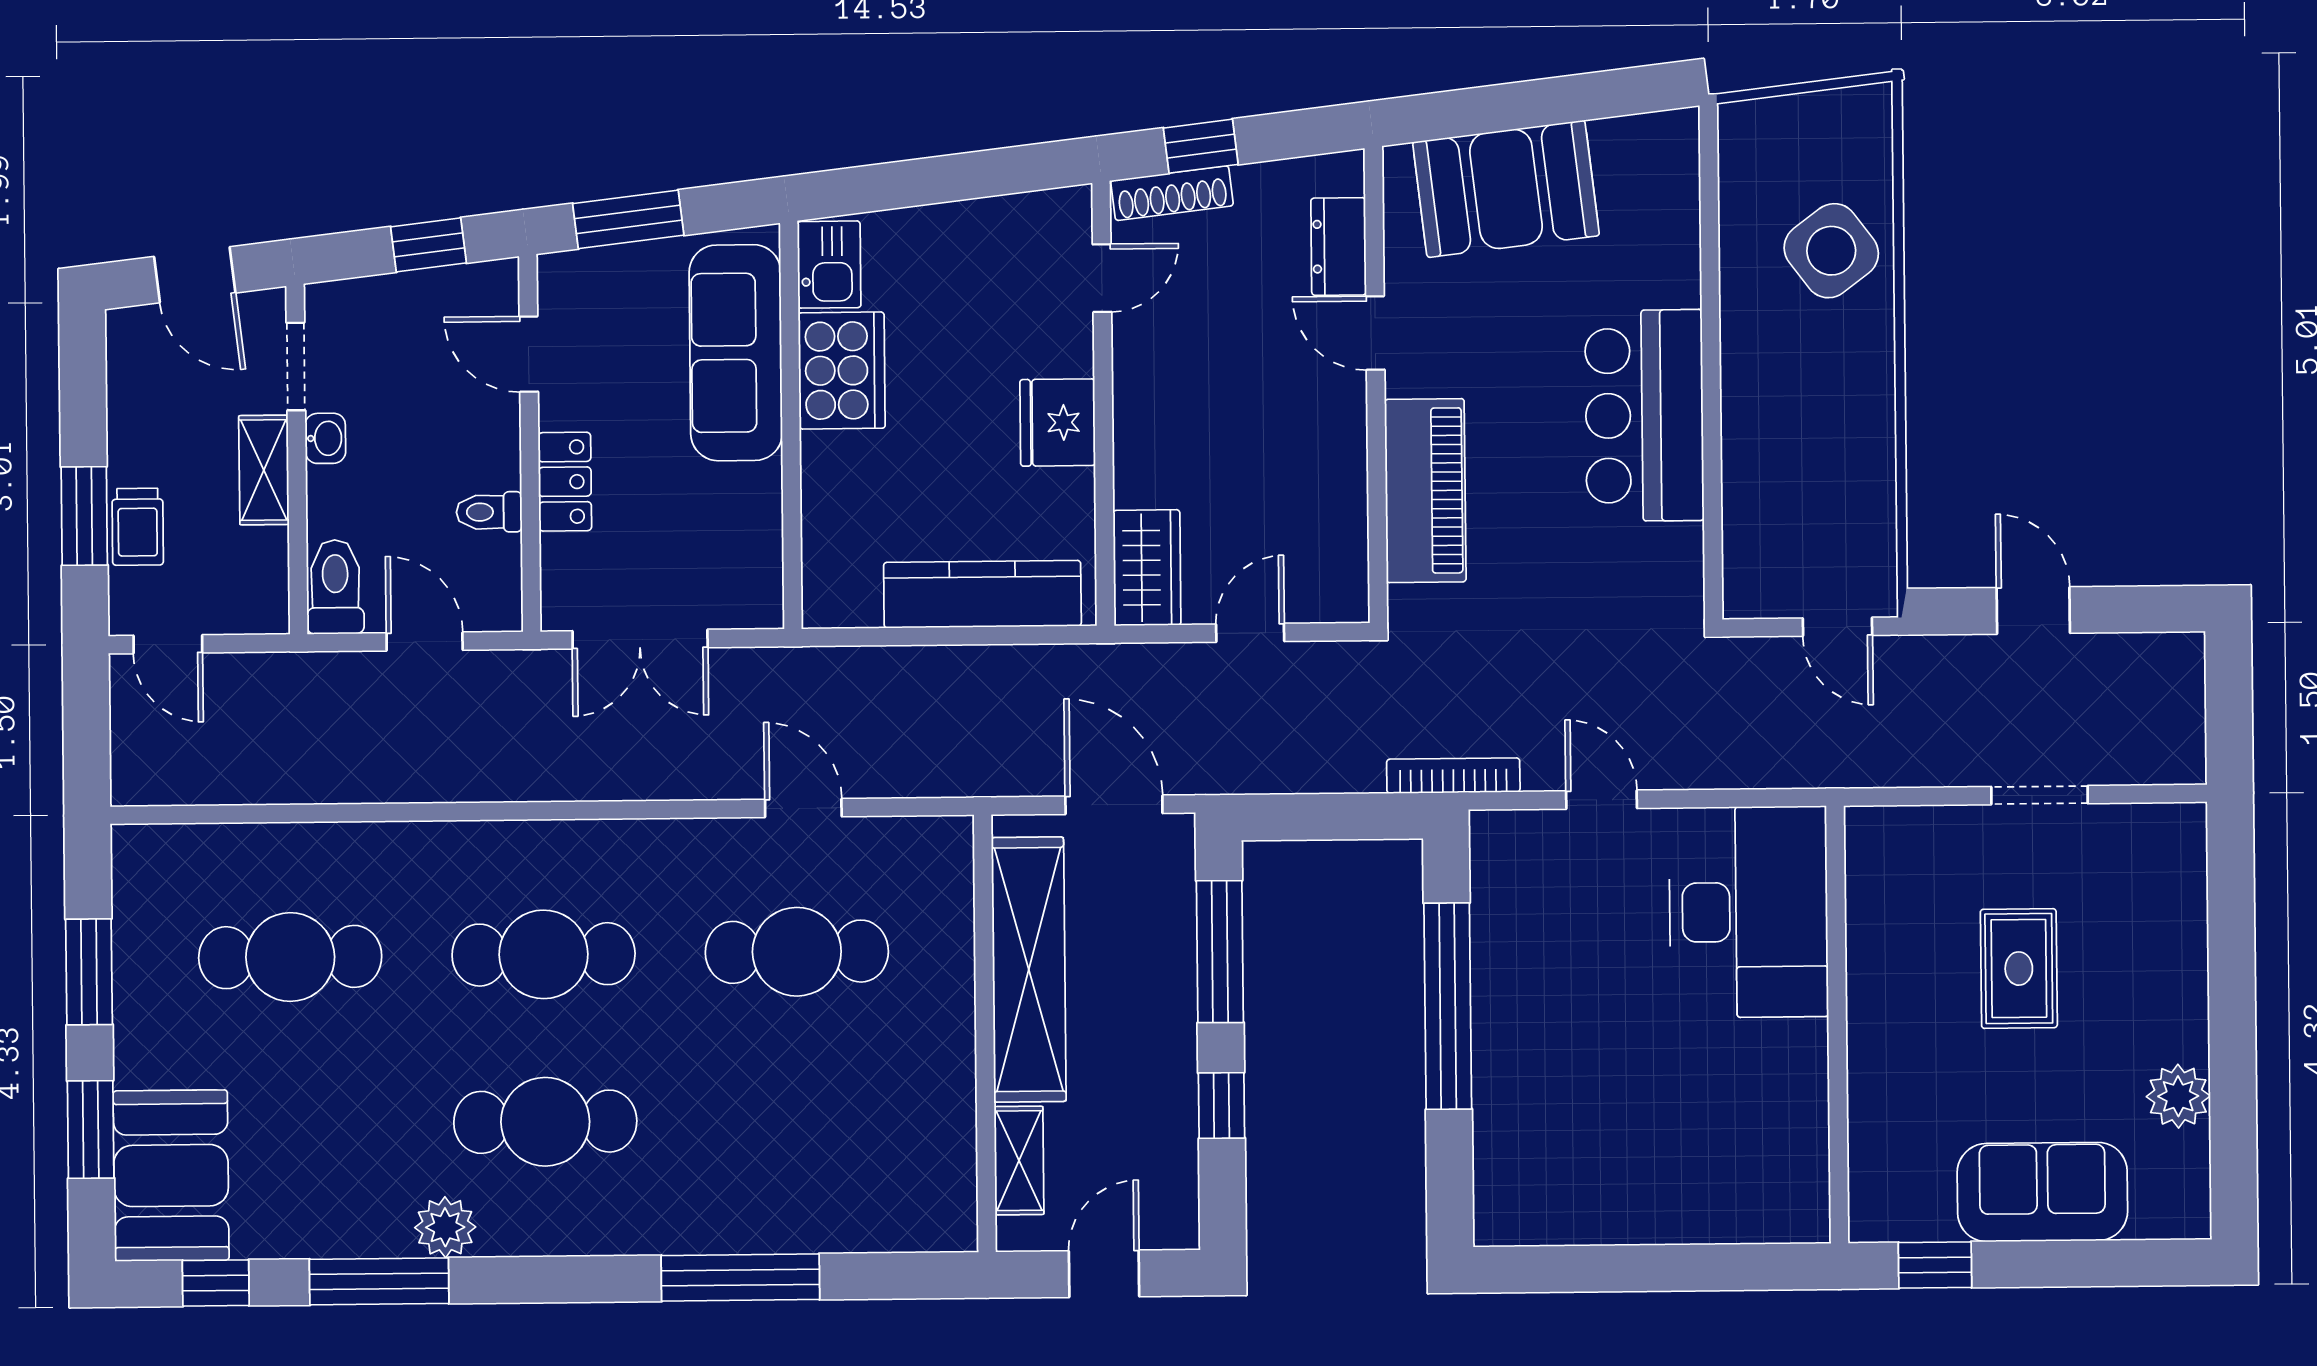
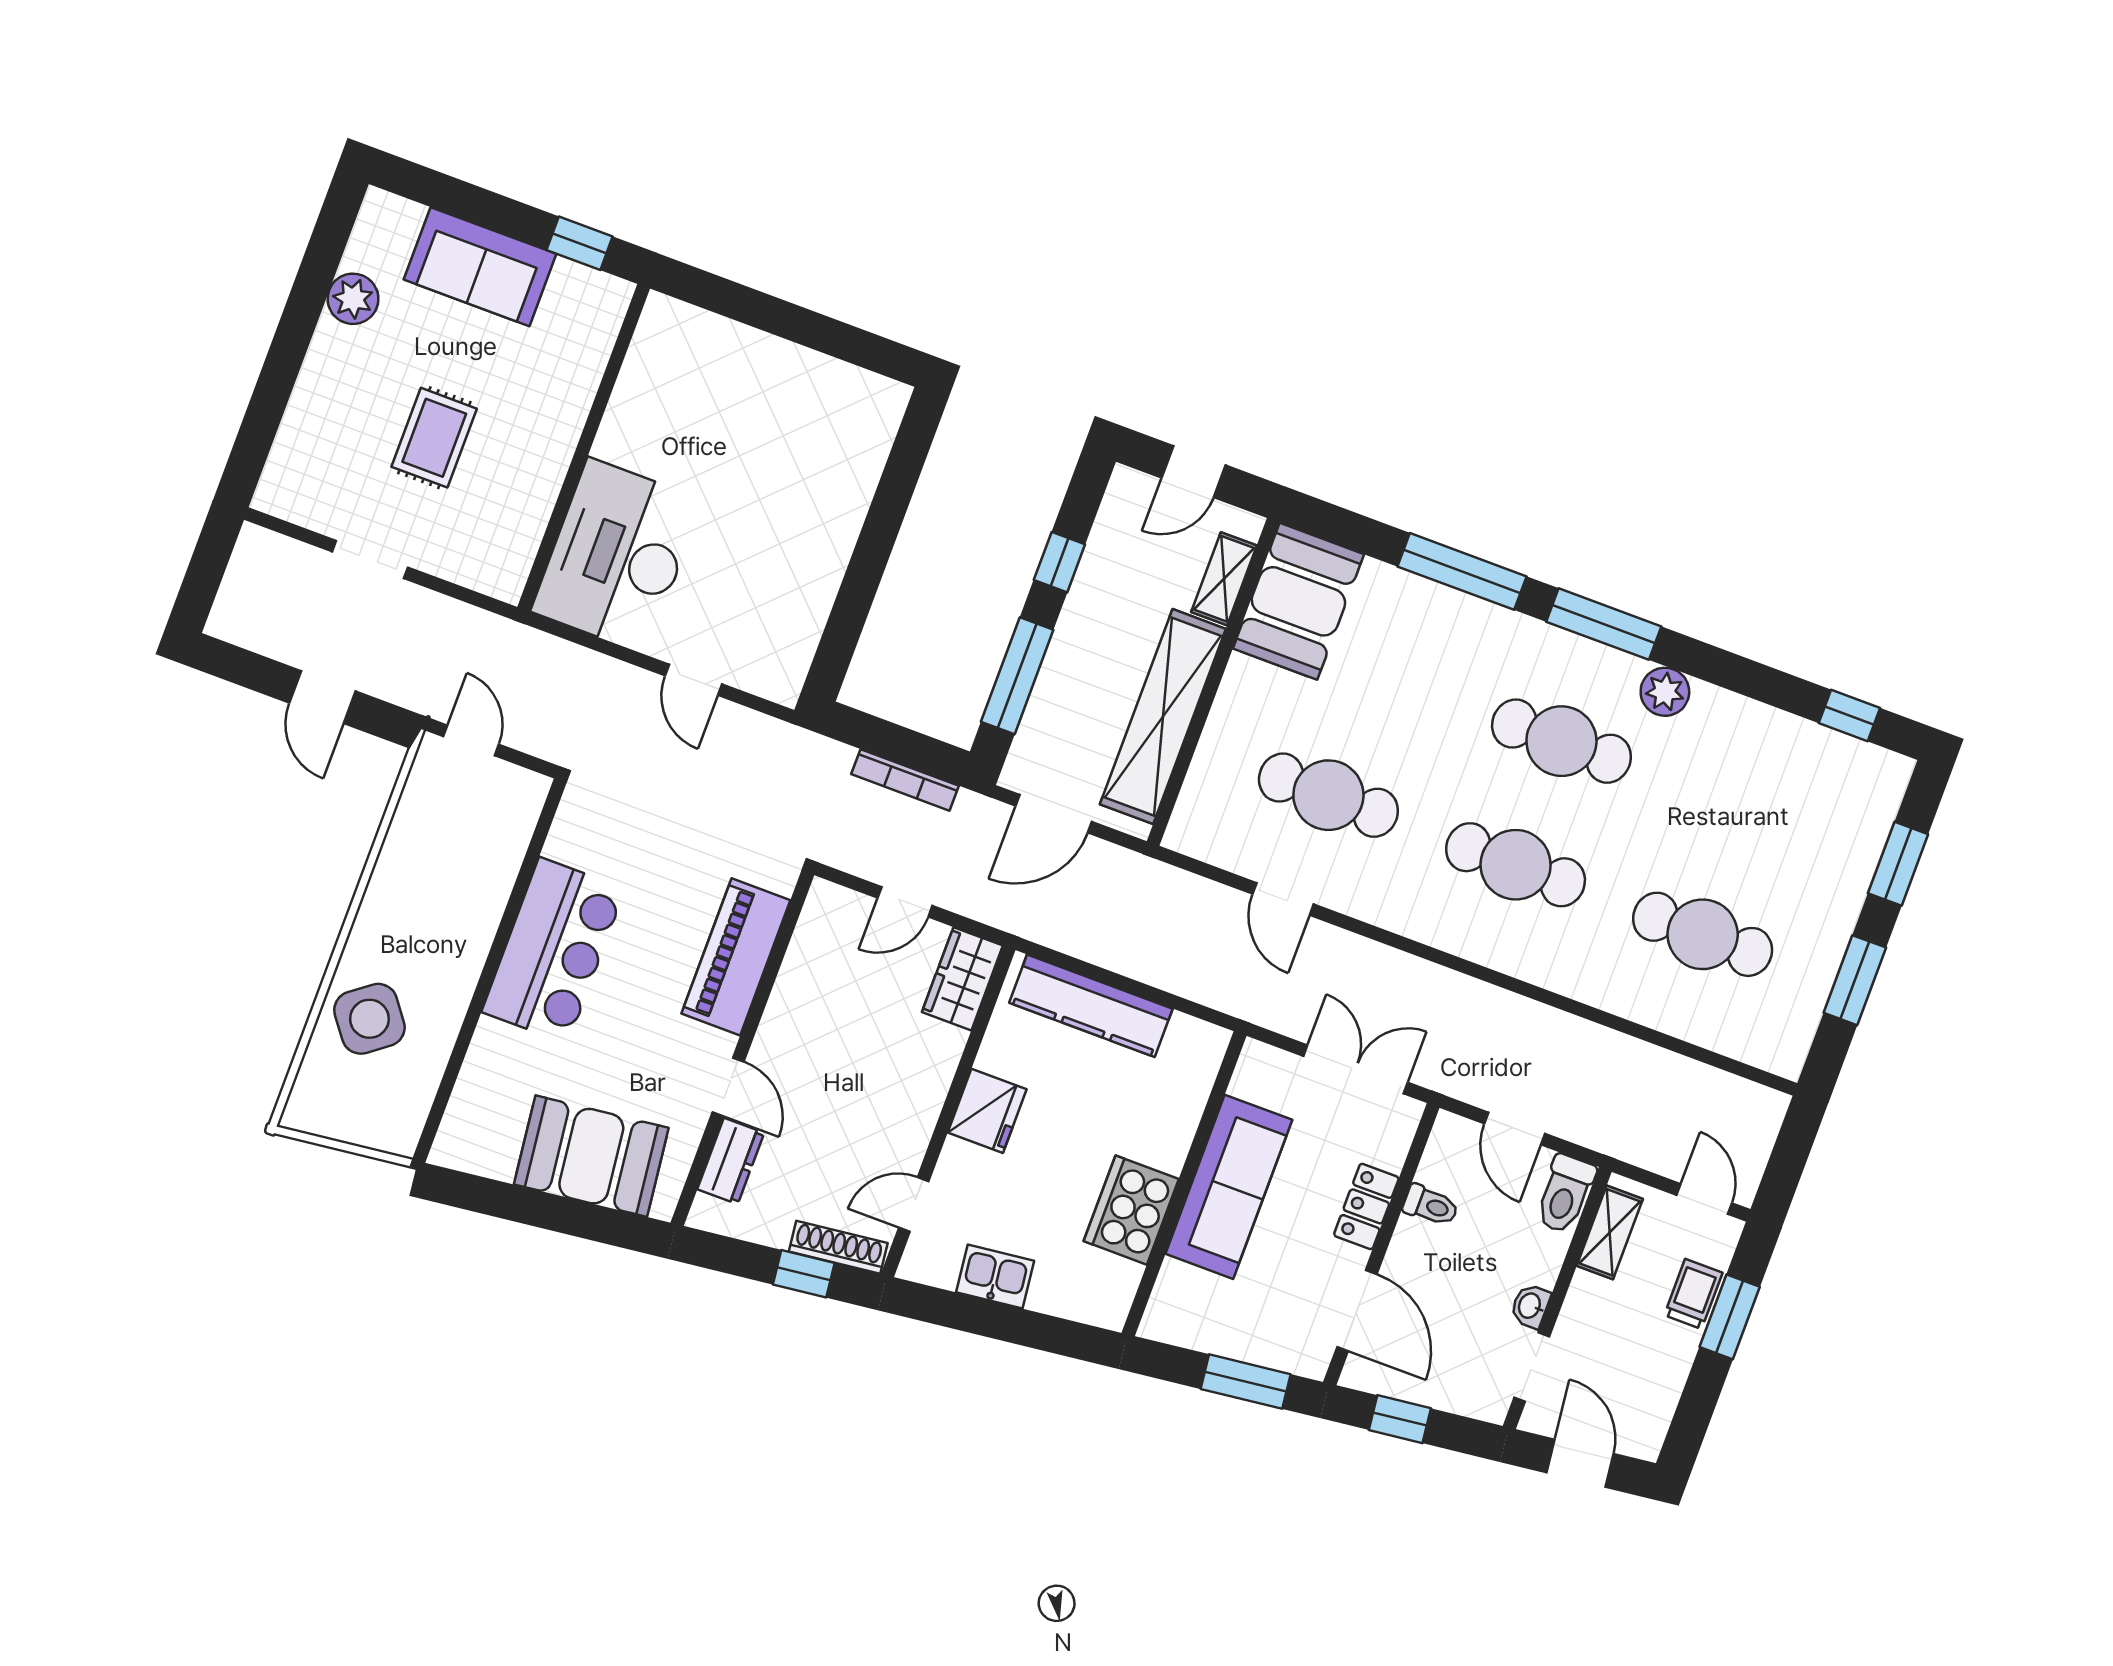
kitchen sink: (829, 265) -> (995, 1276), moved, turned 83
sofa: (736, 353) -> (1229, 1187), moved
door: (529, 354) -> (1357, 1310), width x1.38
shelving: (264, 470) -> (1610, 1232), moved
bookcase: (1453, 776) -> (905, 780), moved
door: (1114, 805) -> (1054, 814), hinge flipped
window: (1448, 1006) -> (865, 571), removed
booth: (171, 1176) -> (1298, 601), moved
window: (379, 1281) -> (1604, 624), moved

